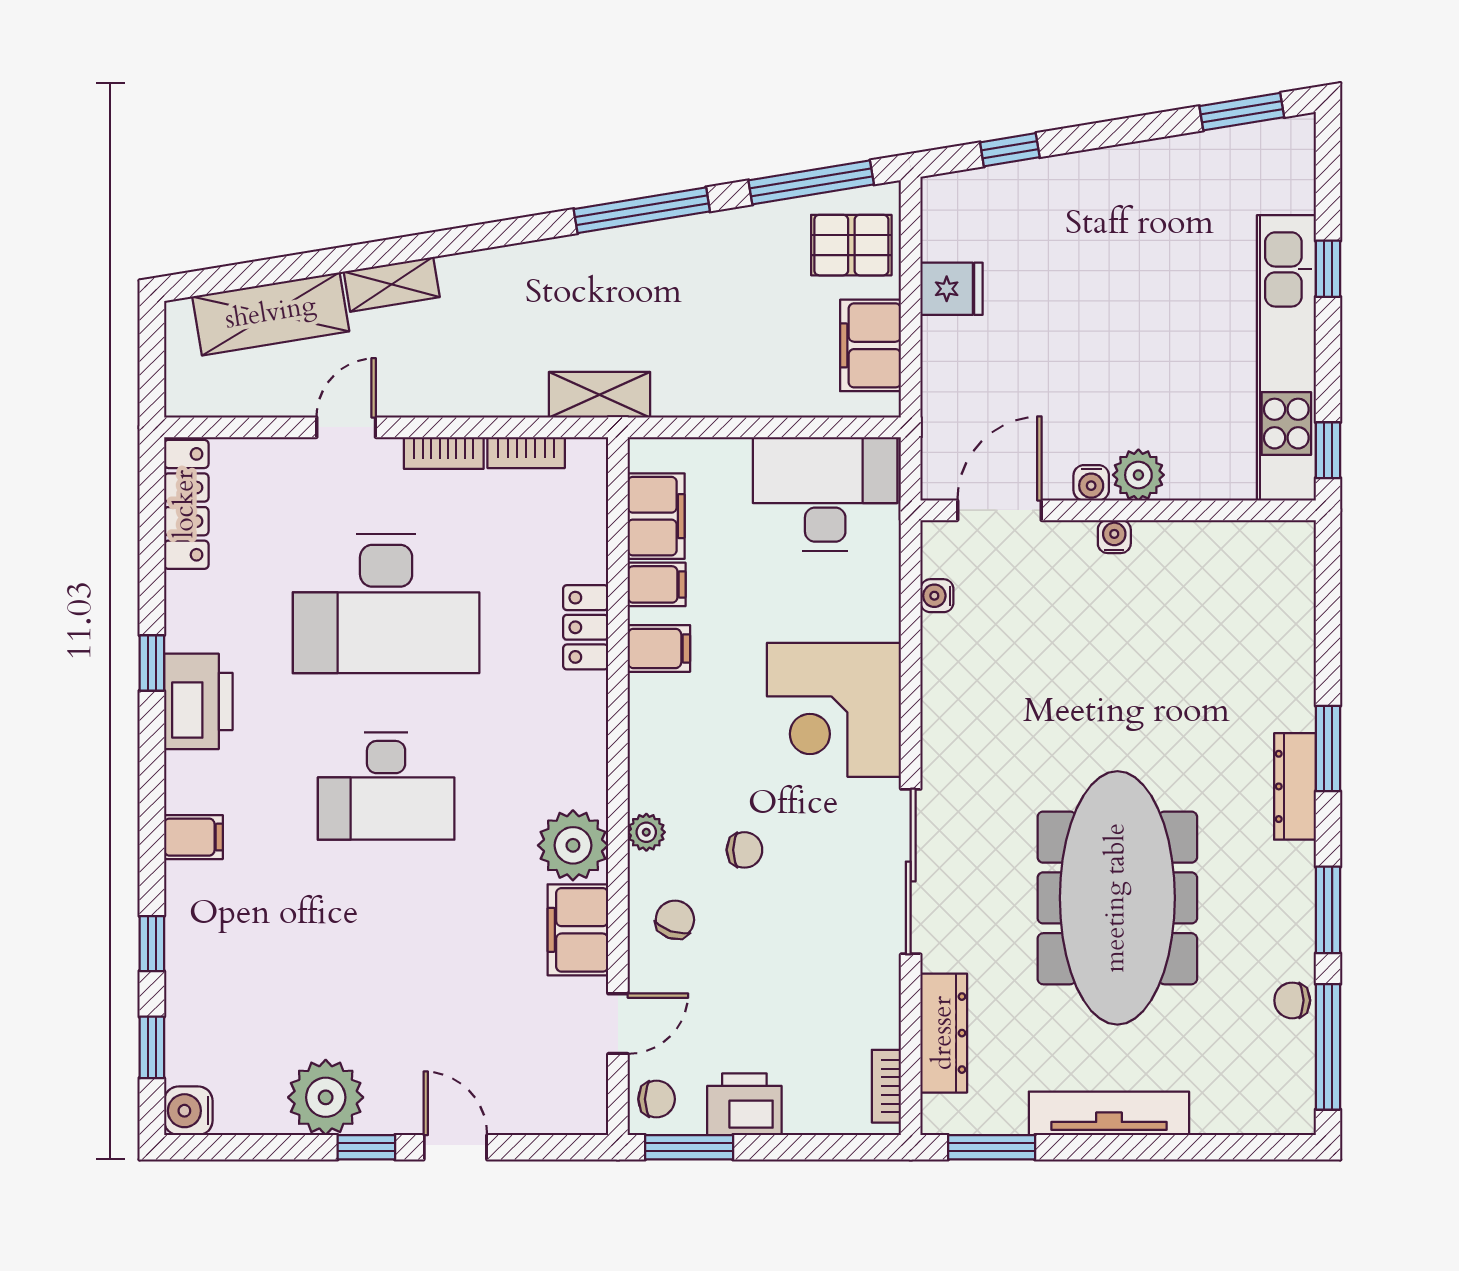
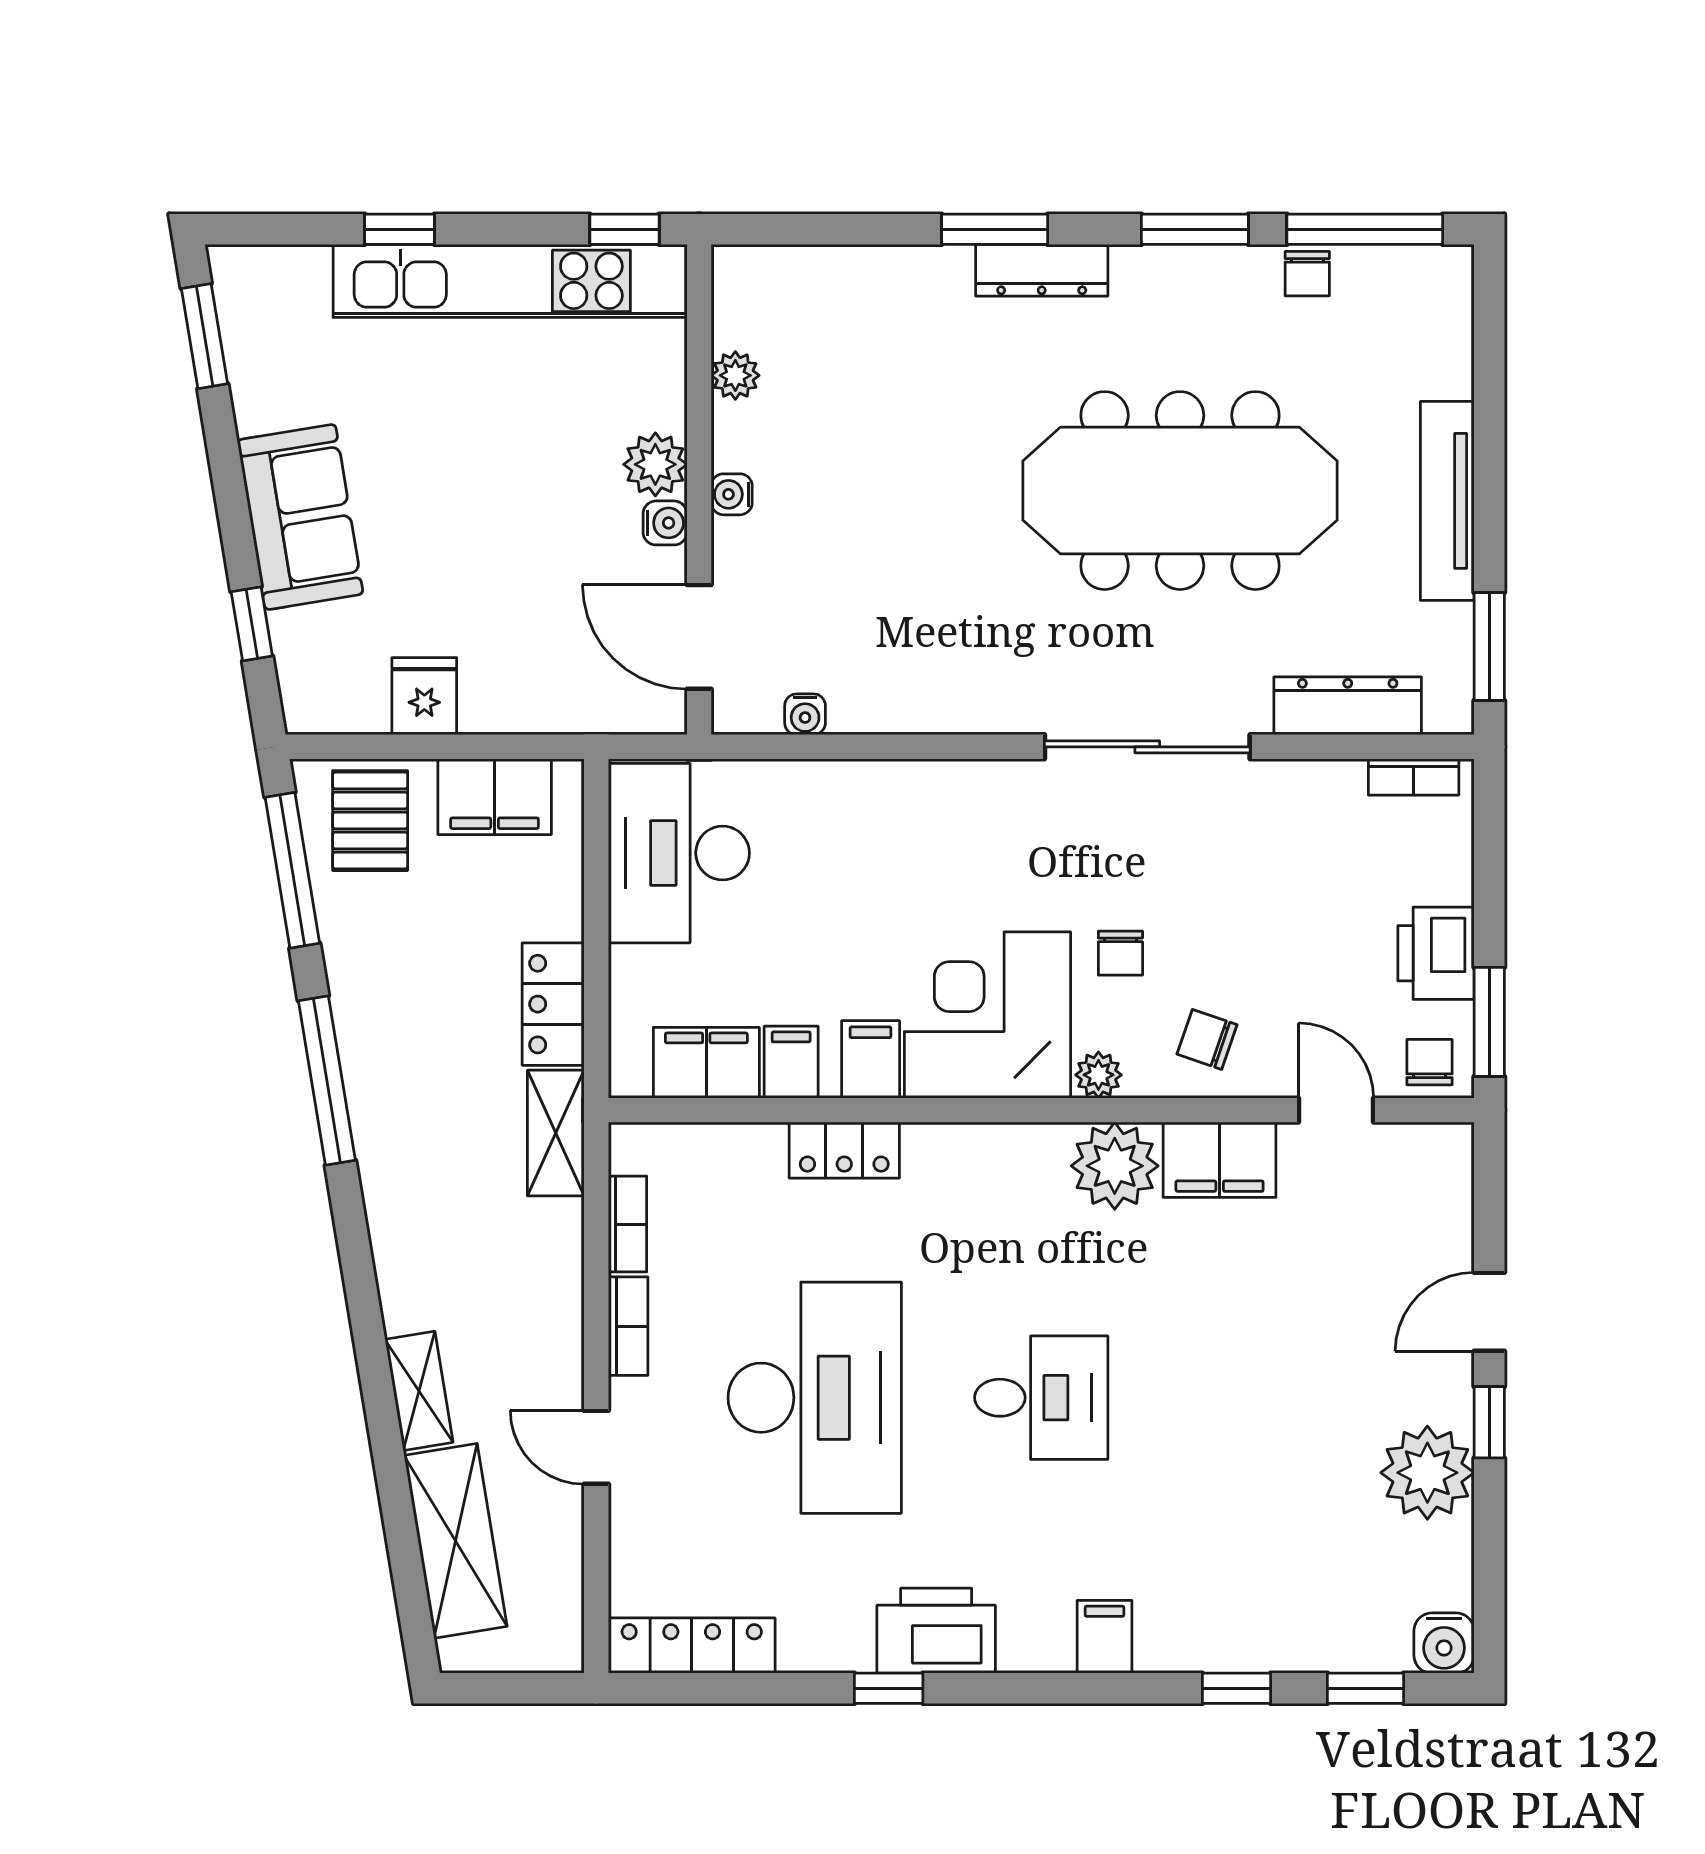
sofa: (1096, 189) -> (300, 517), added
locker: (703, 393) -> (553, 1004), added
plant: (1210, 539) -> (735, 375), added
corner desk: (834, 710) -> (987, 1015), moved, turned 180
desk: (386, 786) -> (1041, 1398), width x0.73
chair: (744, 850) -> (1120, 953), turned 180

